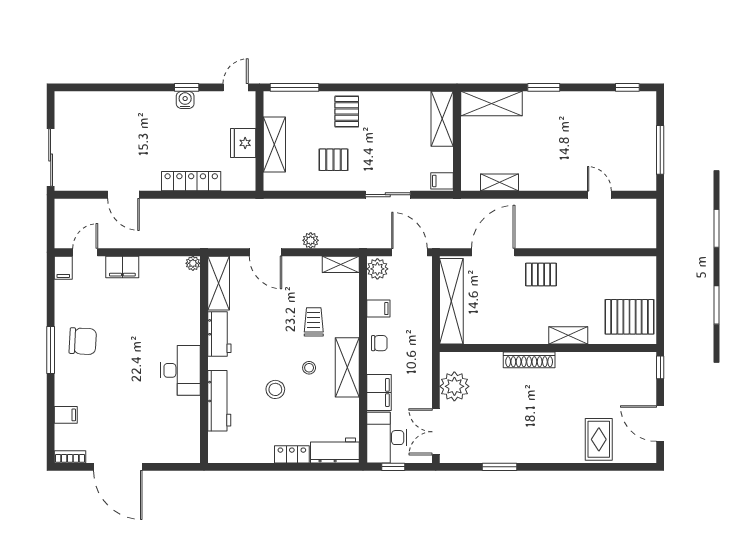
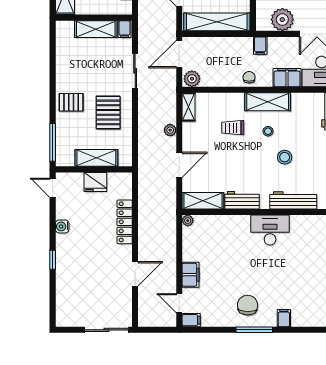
window: (187, 87) -> (53, 260), moved
shelving: (442, 119) -> (96, 29), moved
pallet: (334, 160) -> (108, 112), width x1.50, depth x1.42
filing cabinet: (378, 309) -> (260, 46), moved, turned 180
filing cabinet: (66, 415) -> (284, 318), moved

